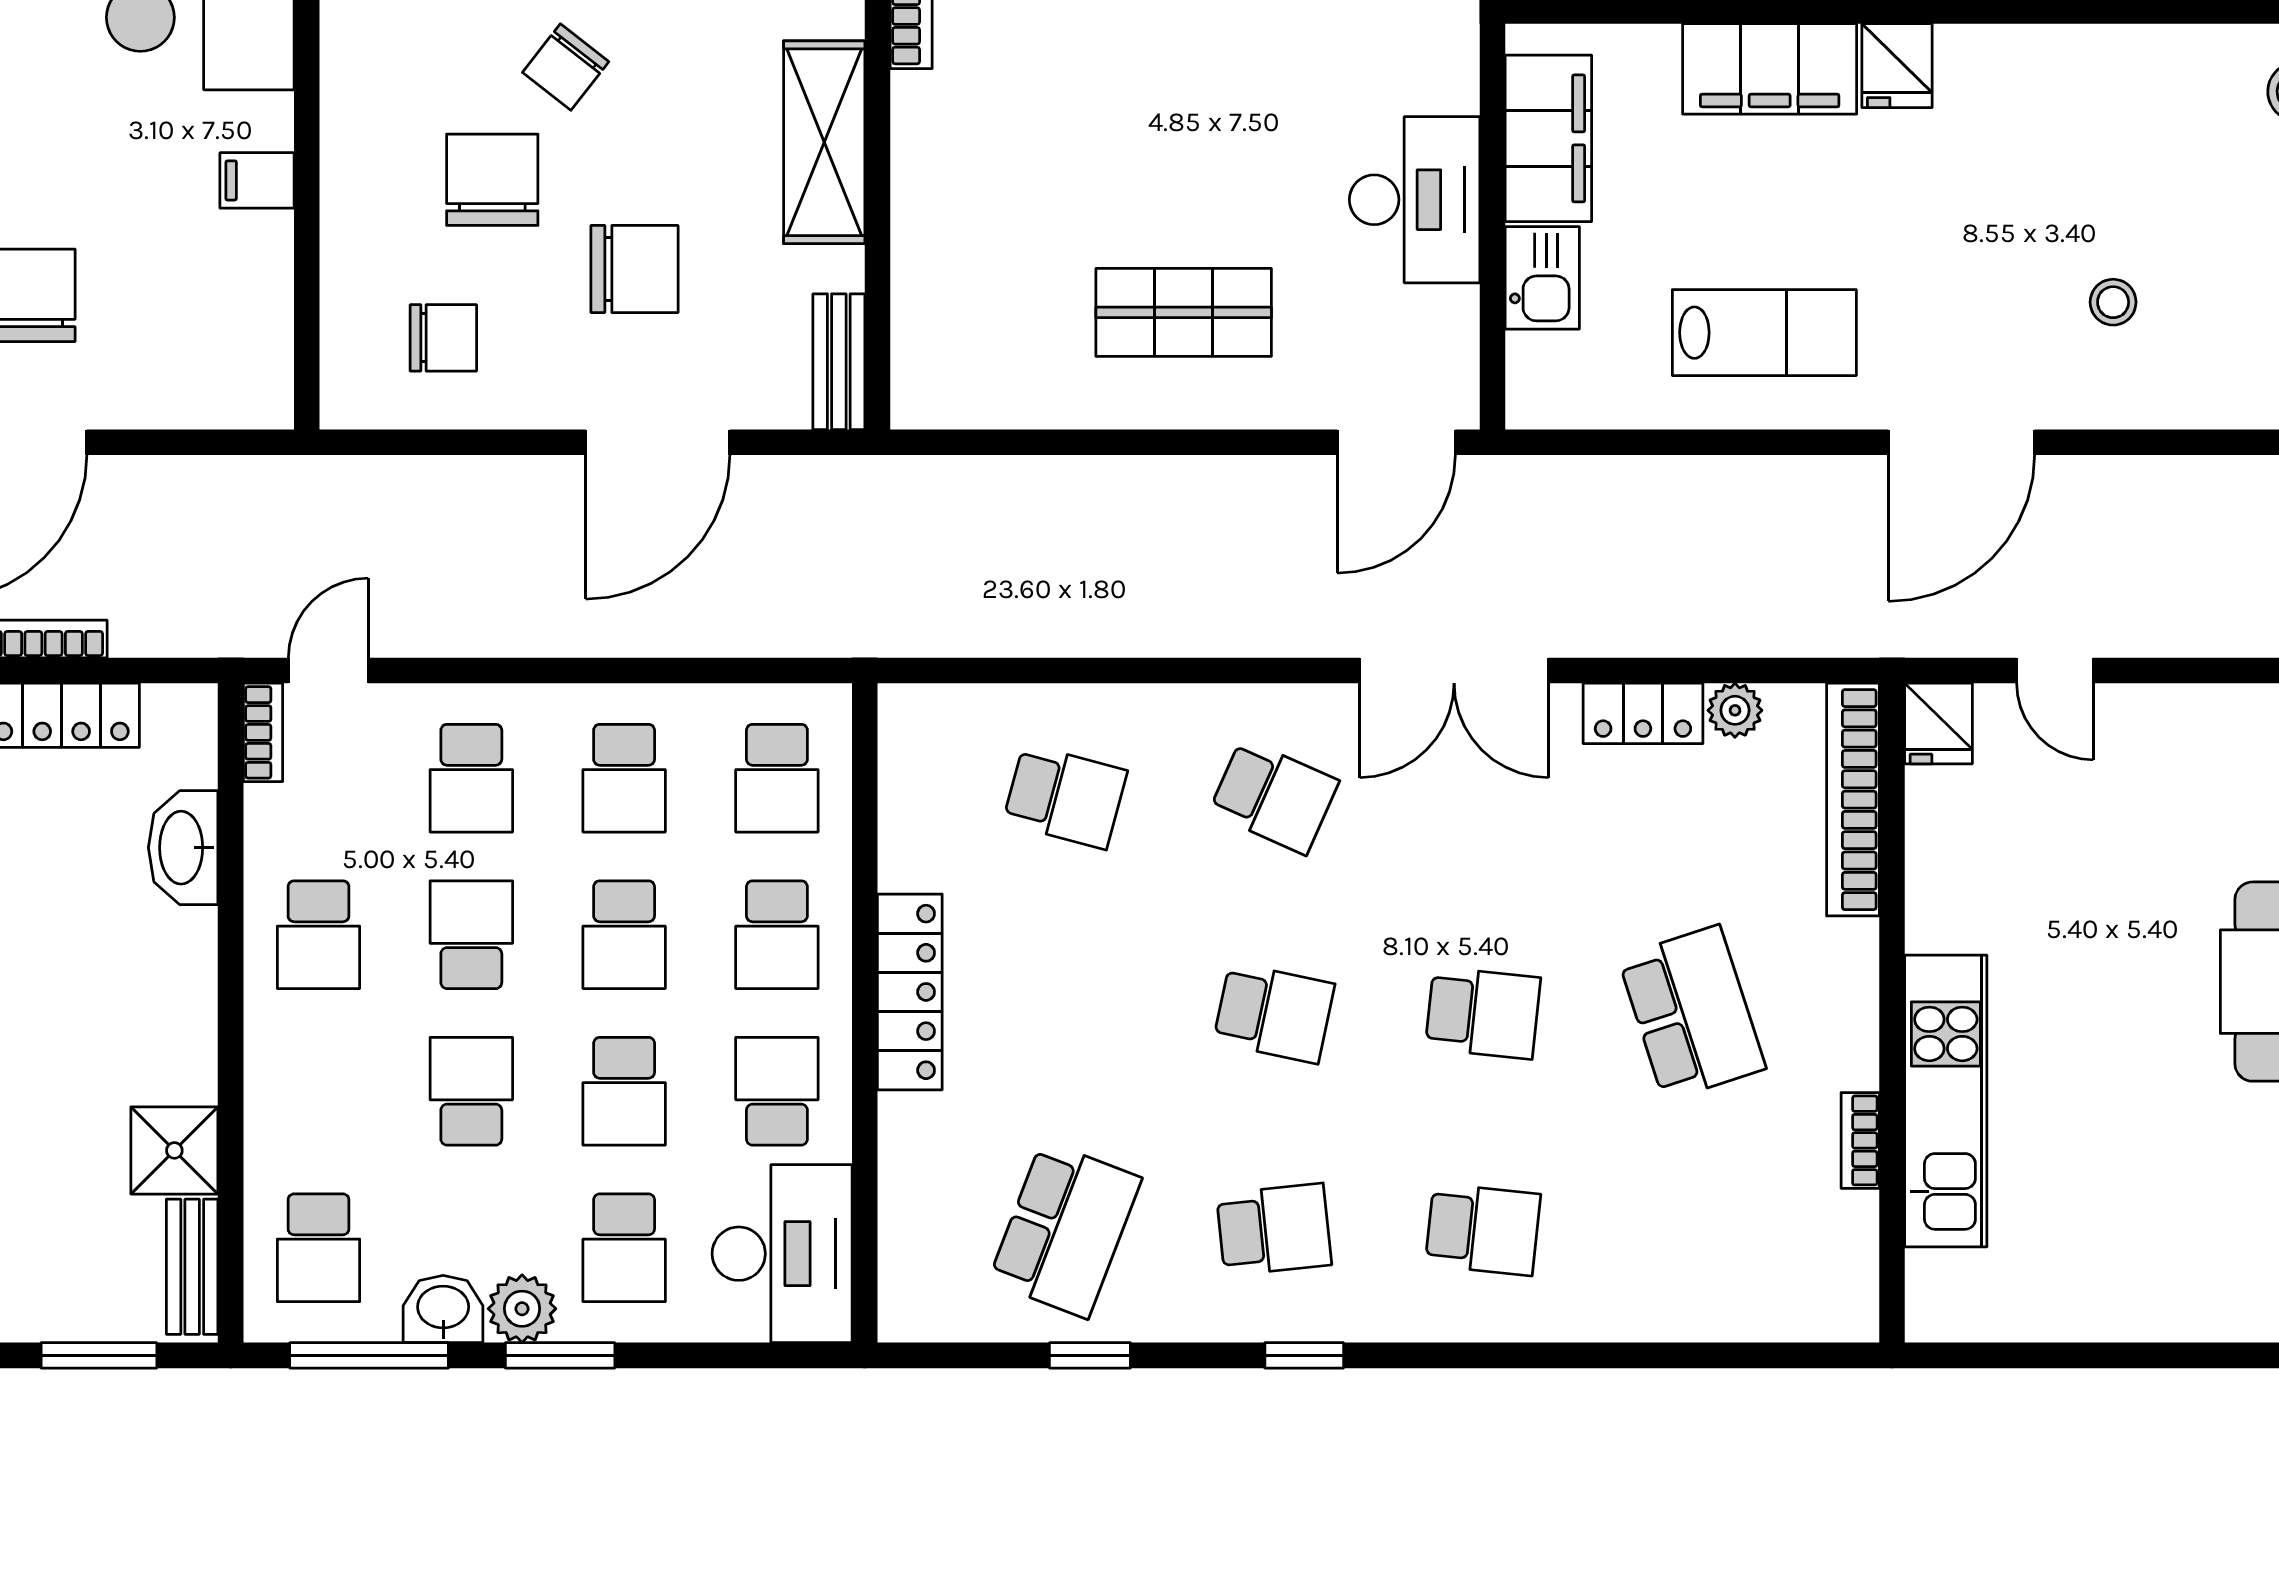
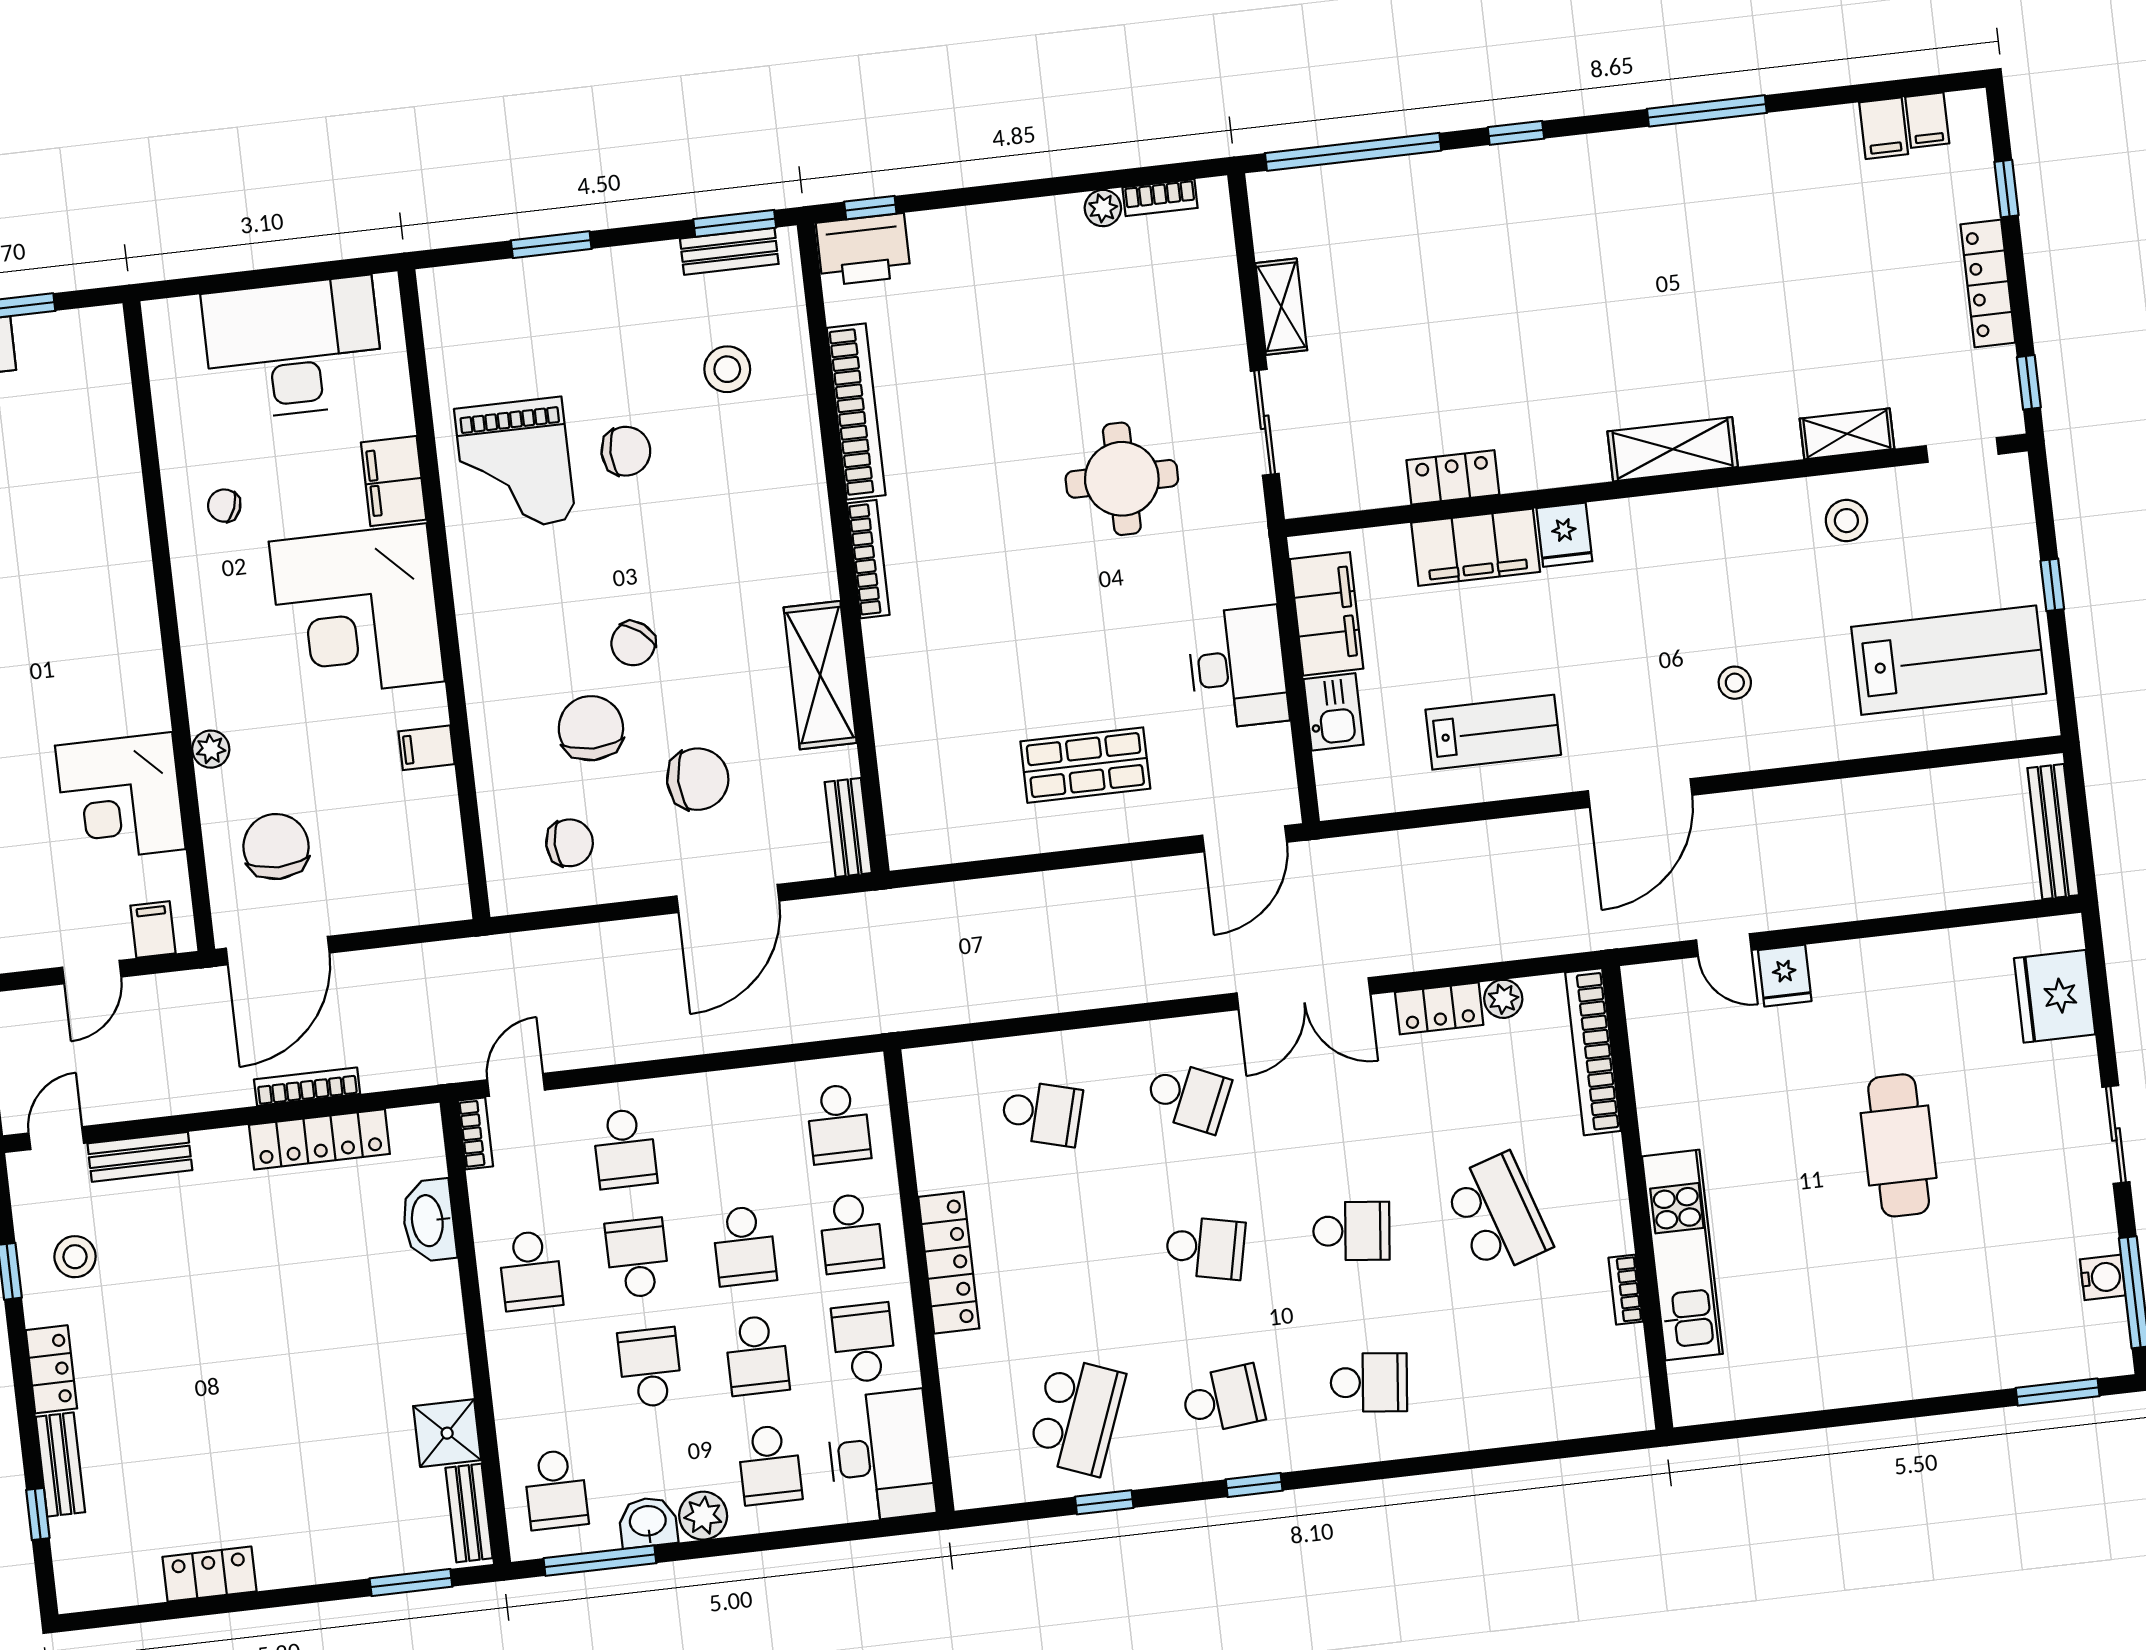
fridge: (1939, 724) -> (1785, 976), moved
school desk: (624, 778) -> (732, 1136), removed
window: (560, 1355) -> (734, 1545), removed

